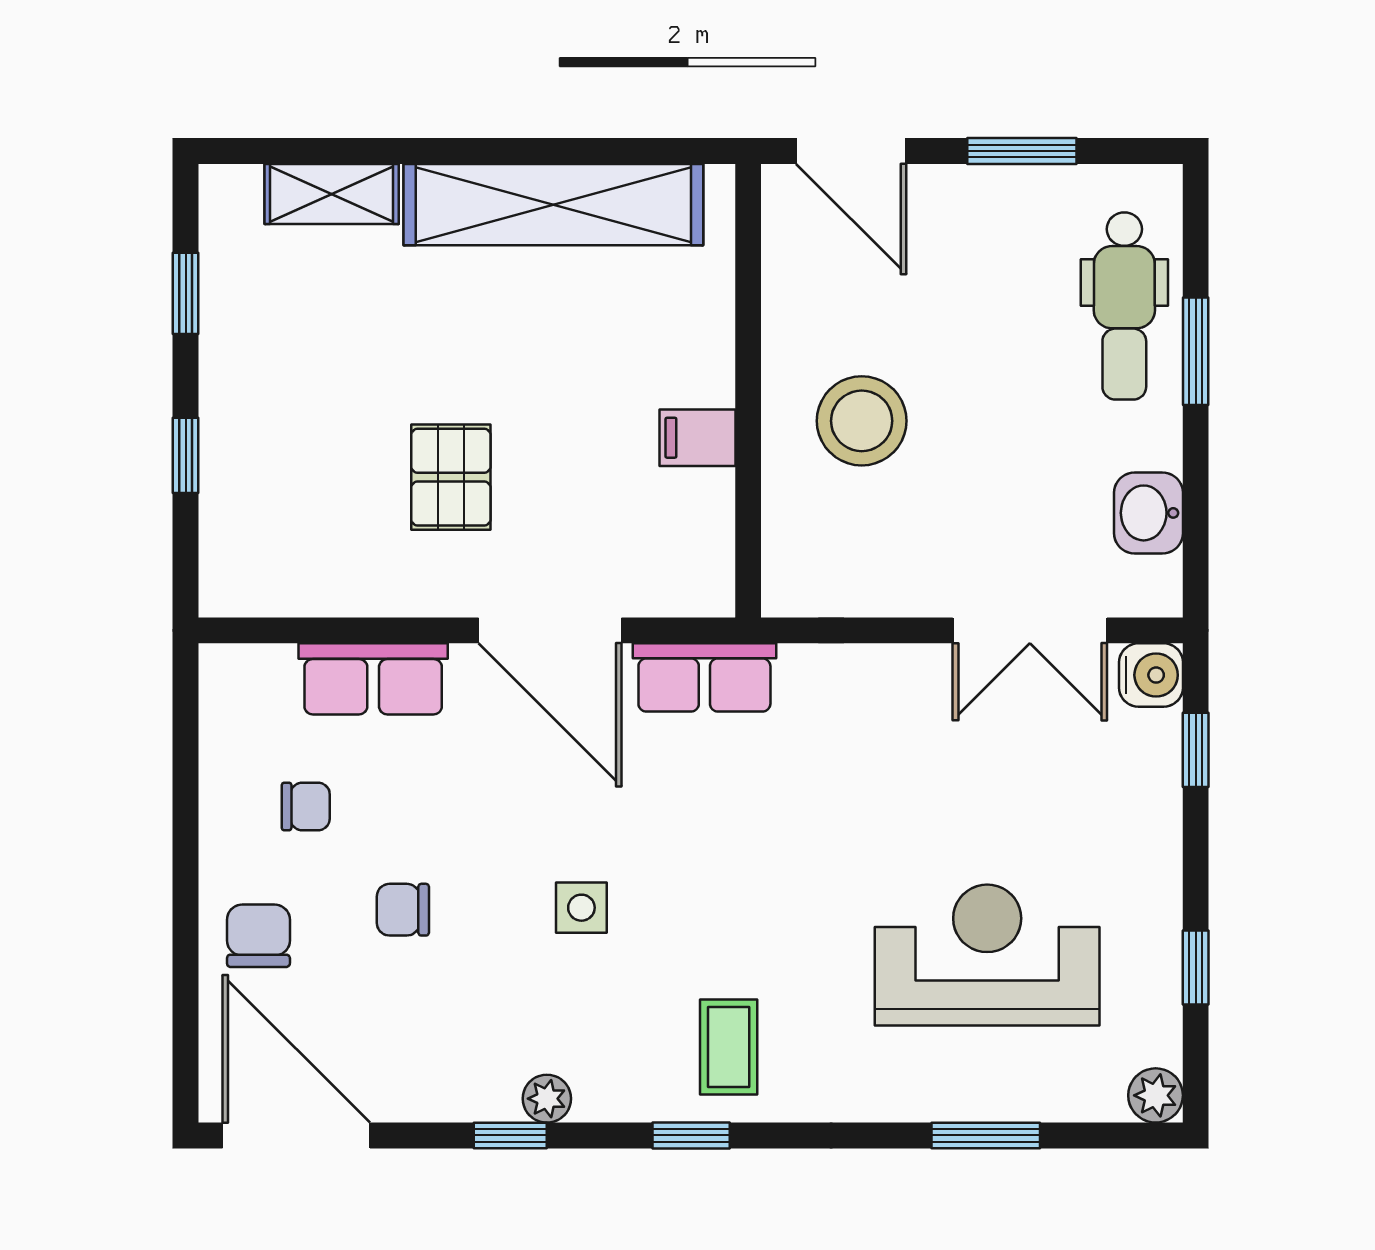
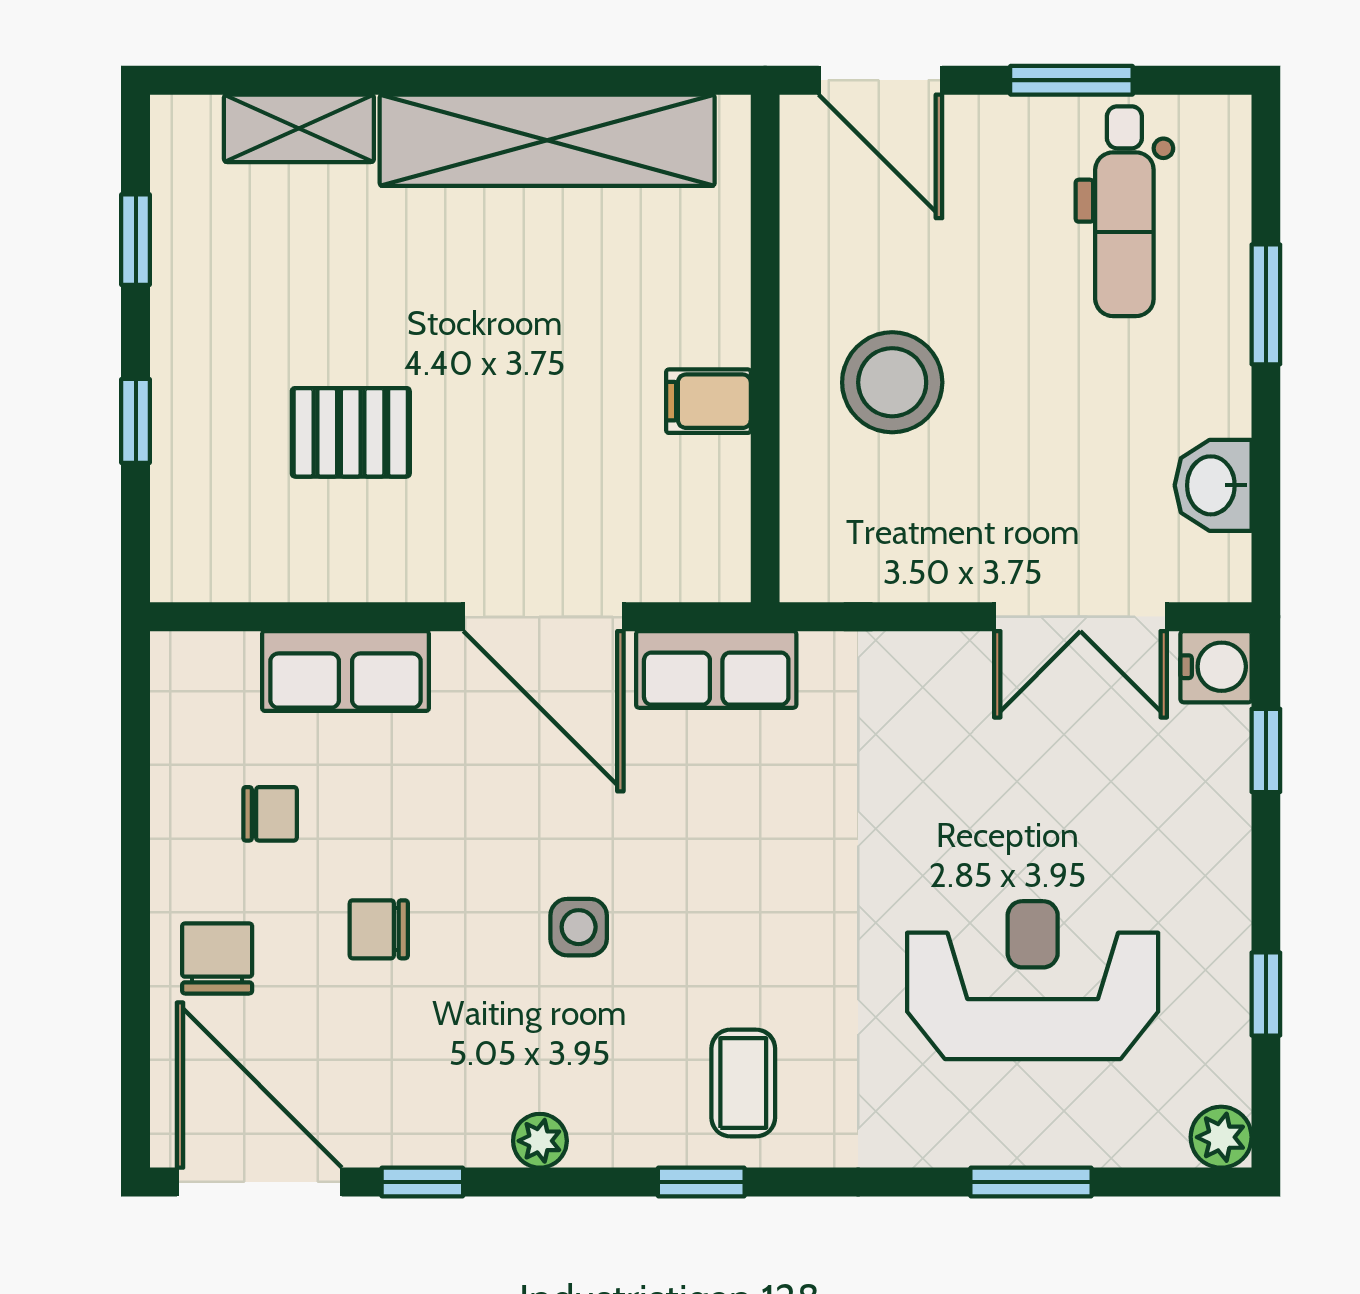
dental chair: (1124, 306) -> (1124, 211), moved
pallet: (451, 477) -> (351, 432), moved, turned 90
window: (510, 1135) -> (422, 1182), moved

